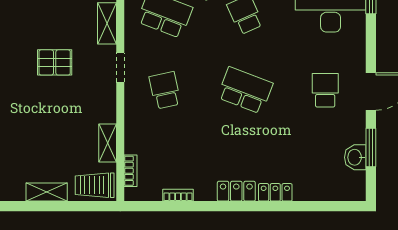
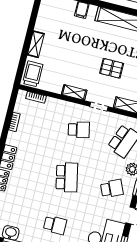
pallet: (55, 62) -> (112, 68), turned 90
school desk: (245, 90) -> (67, 177), turned -33
shelving: (108, 143) -> (74, 92), moved

